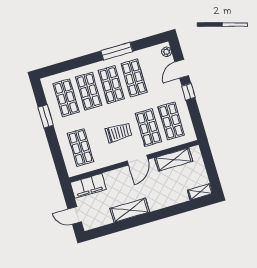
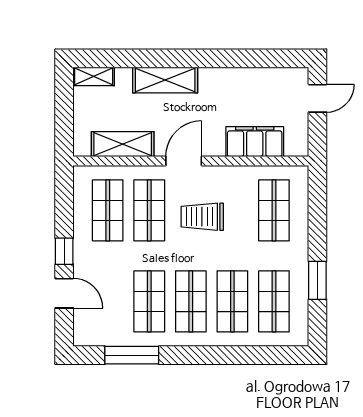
window: (117, 51) -> (132, 355), moved
plant: (166, 52) -> (81, 330), removed
door: (182, 69) -> (64, 293), hinge flipped
filing cabinet: (88, 186) -> (255, 142), moved
shelving: (130, 210) -> (165, 80), moved
door: (75, 215) -> (317, 98), hinge flipped

